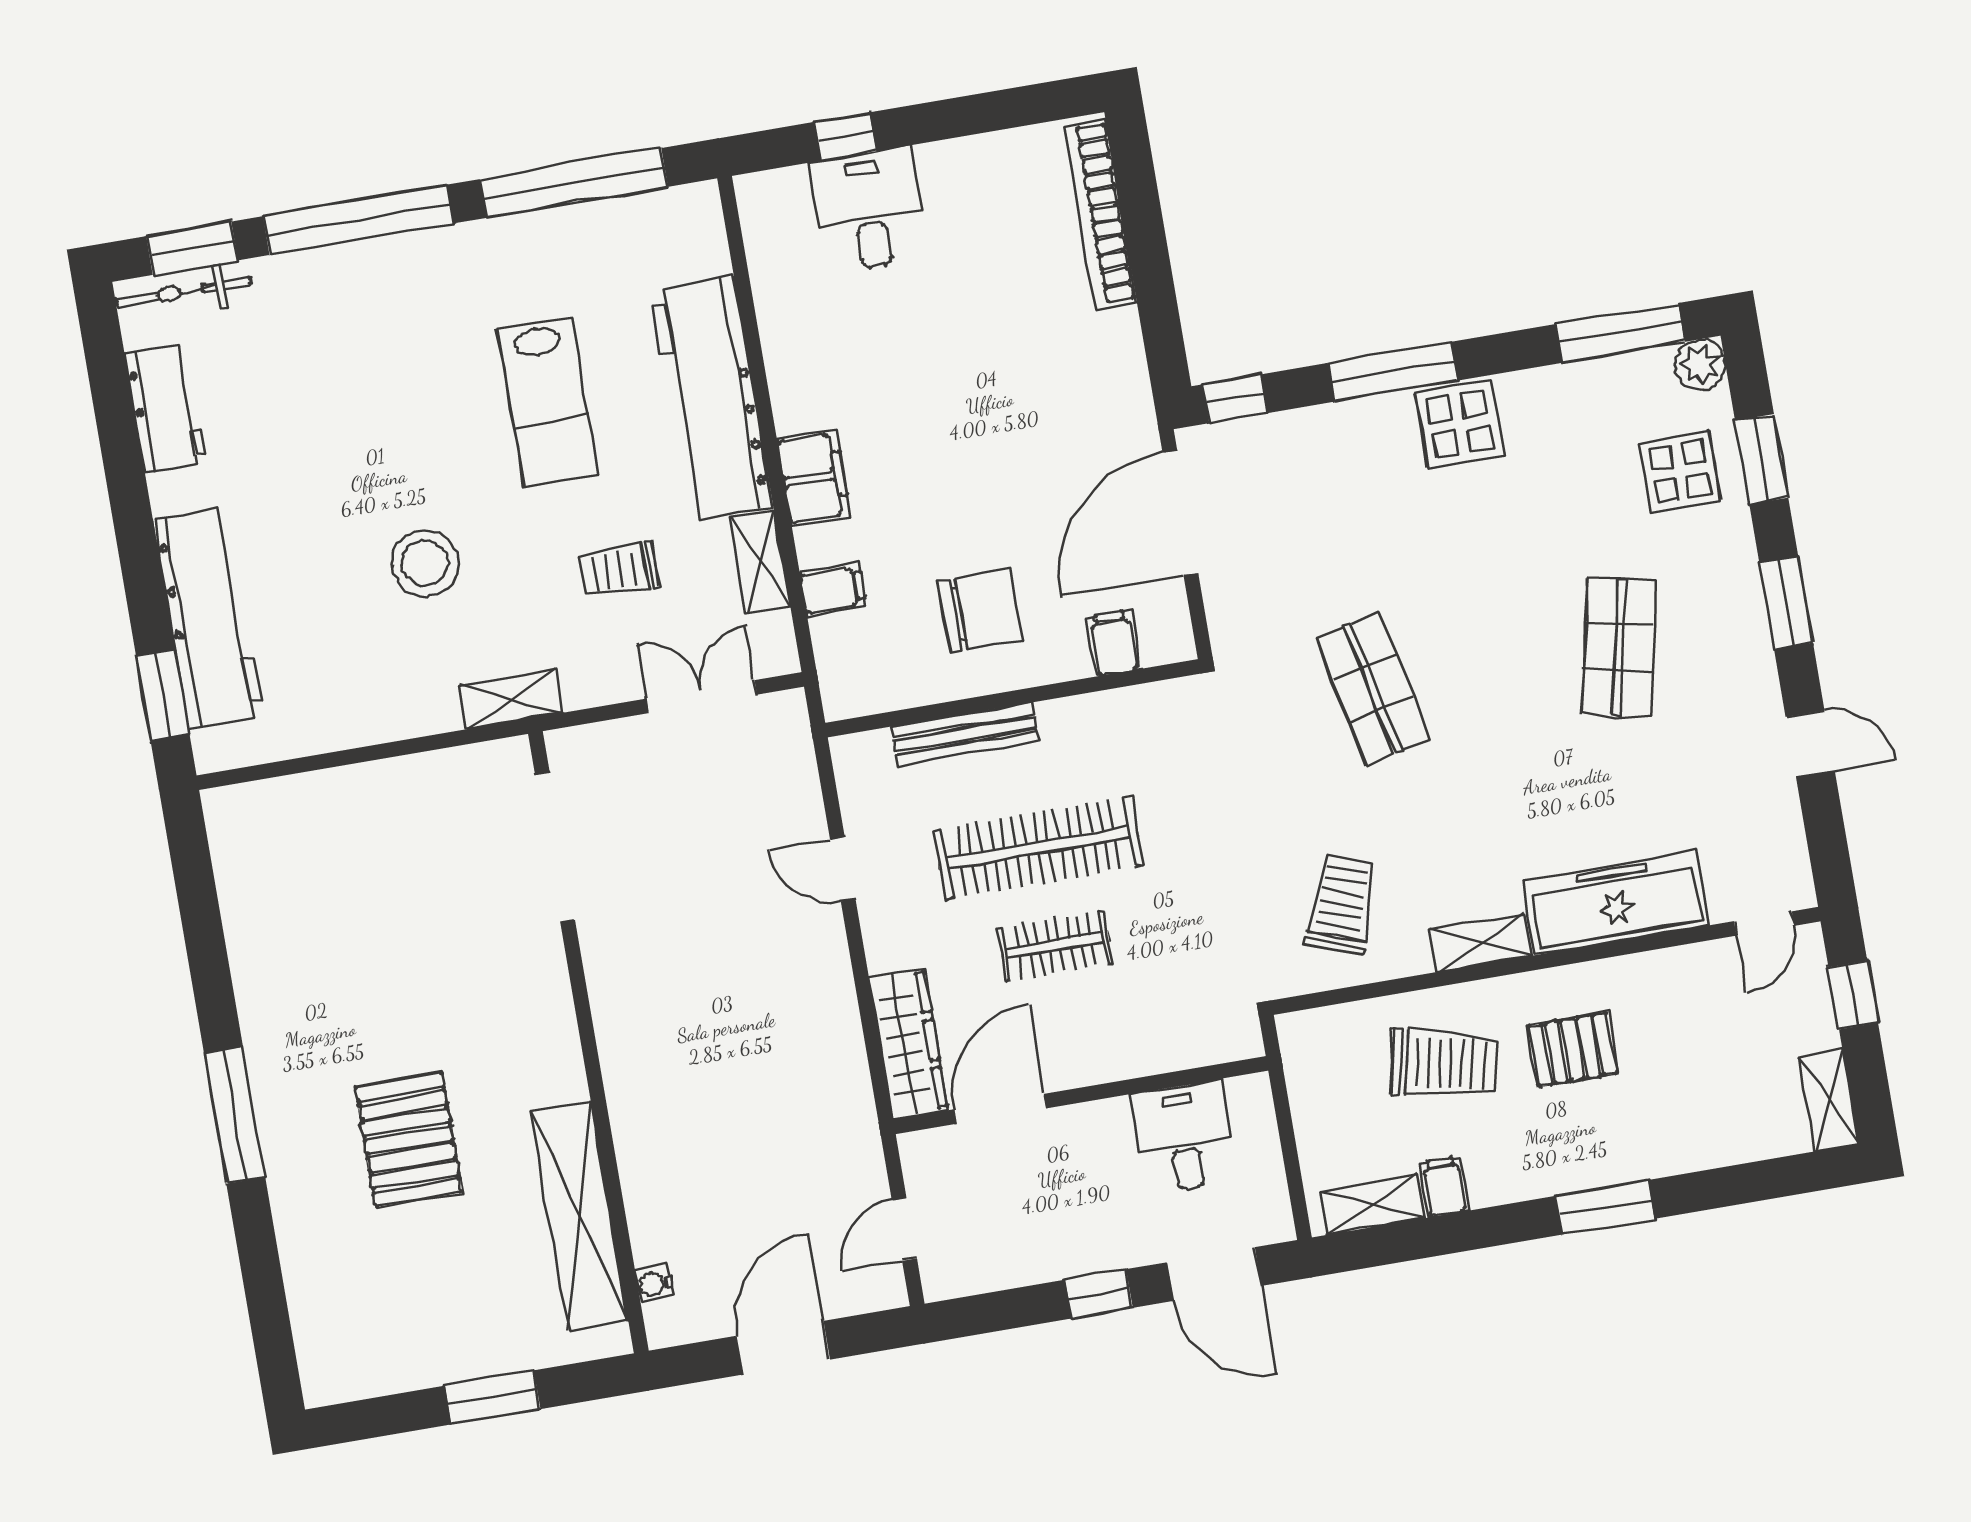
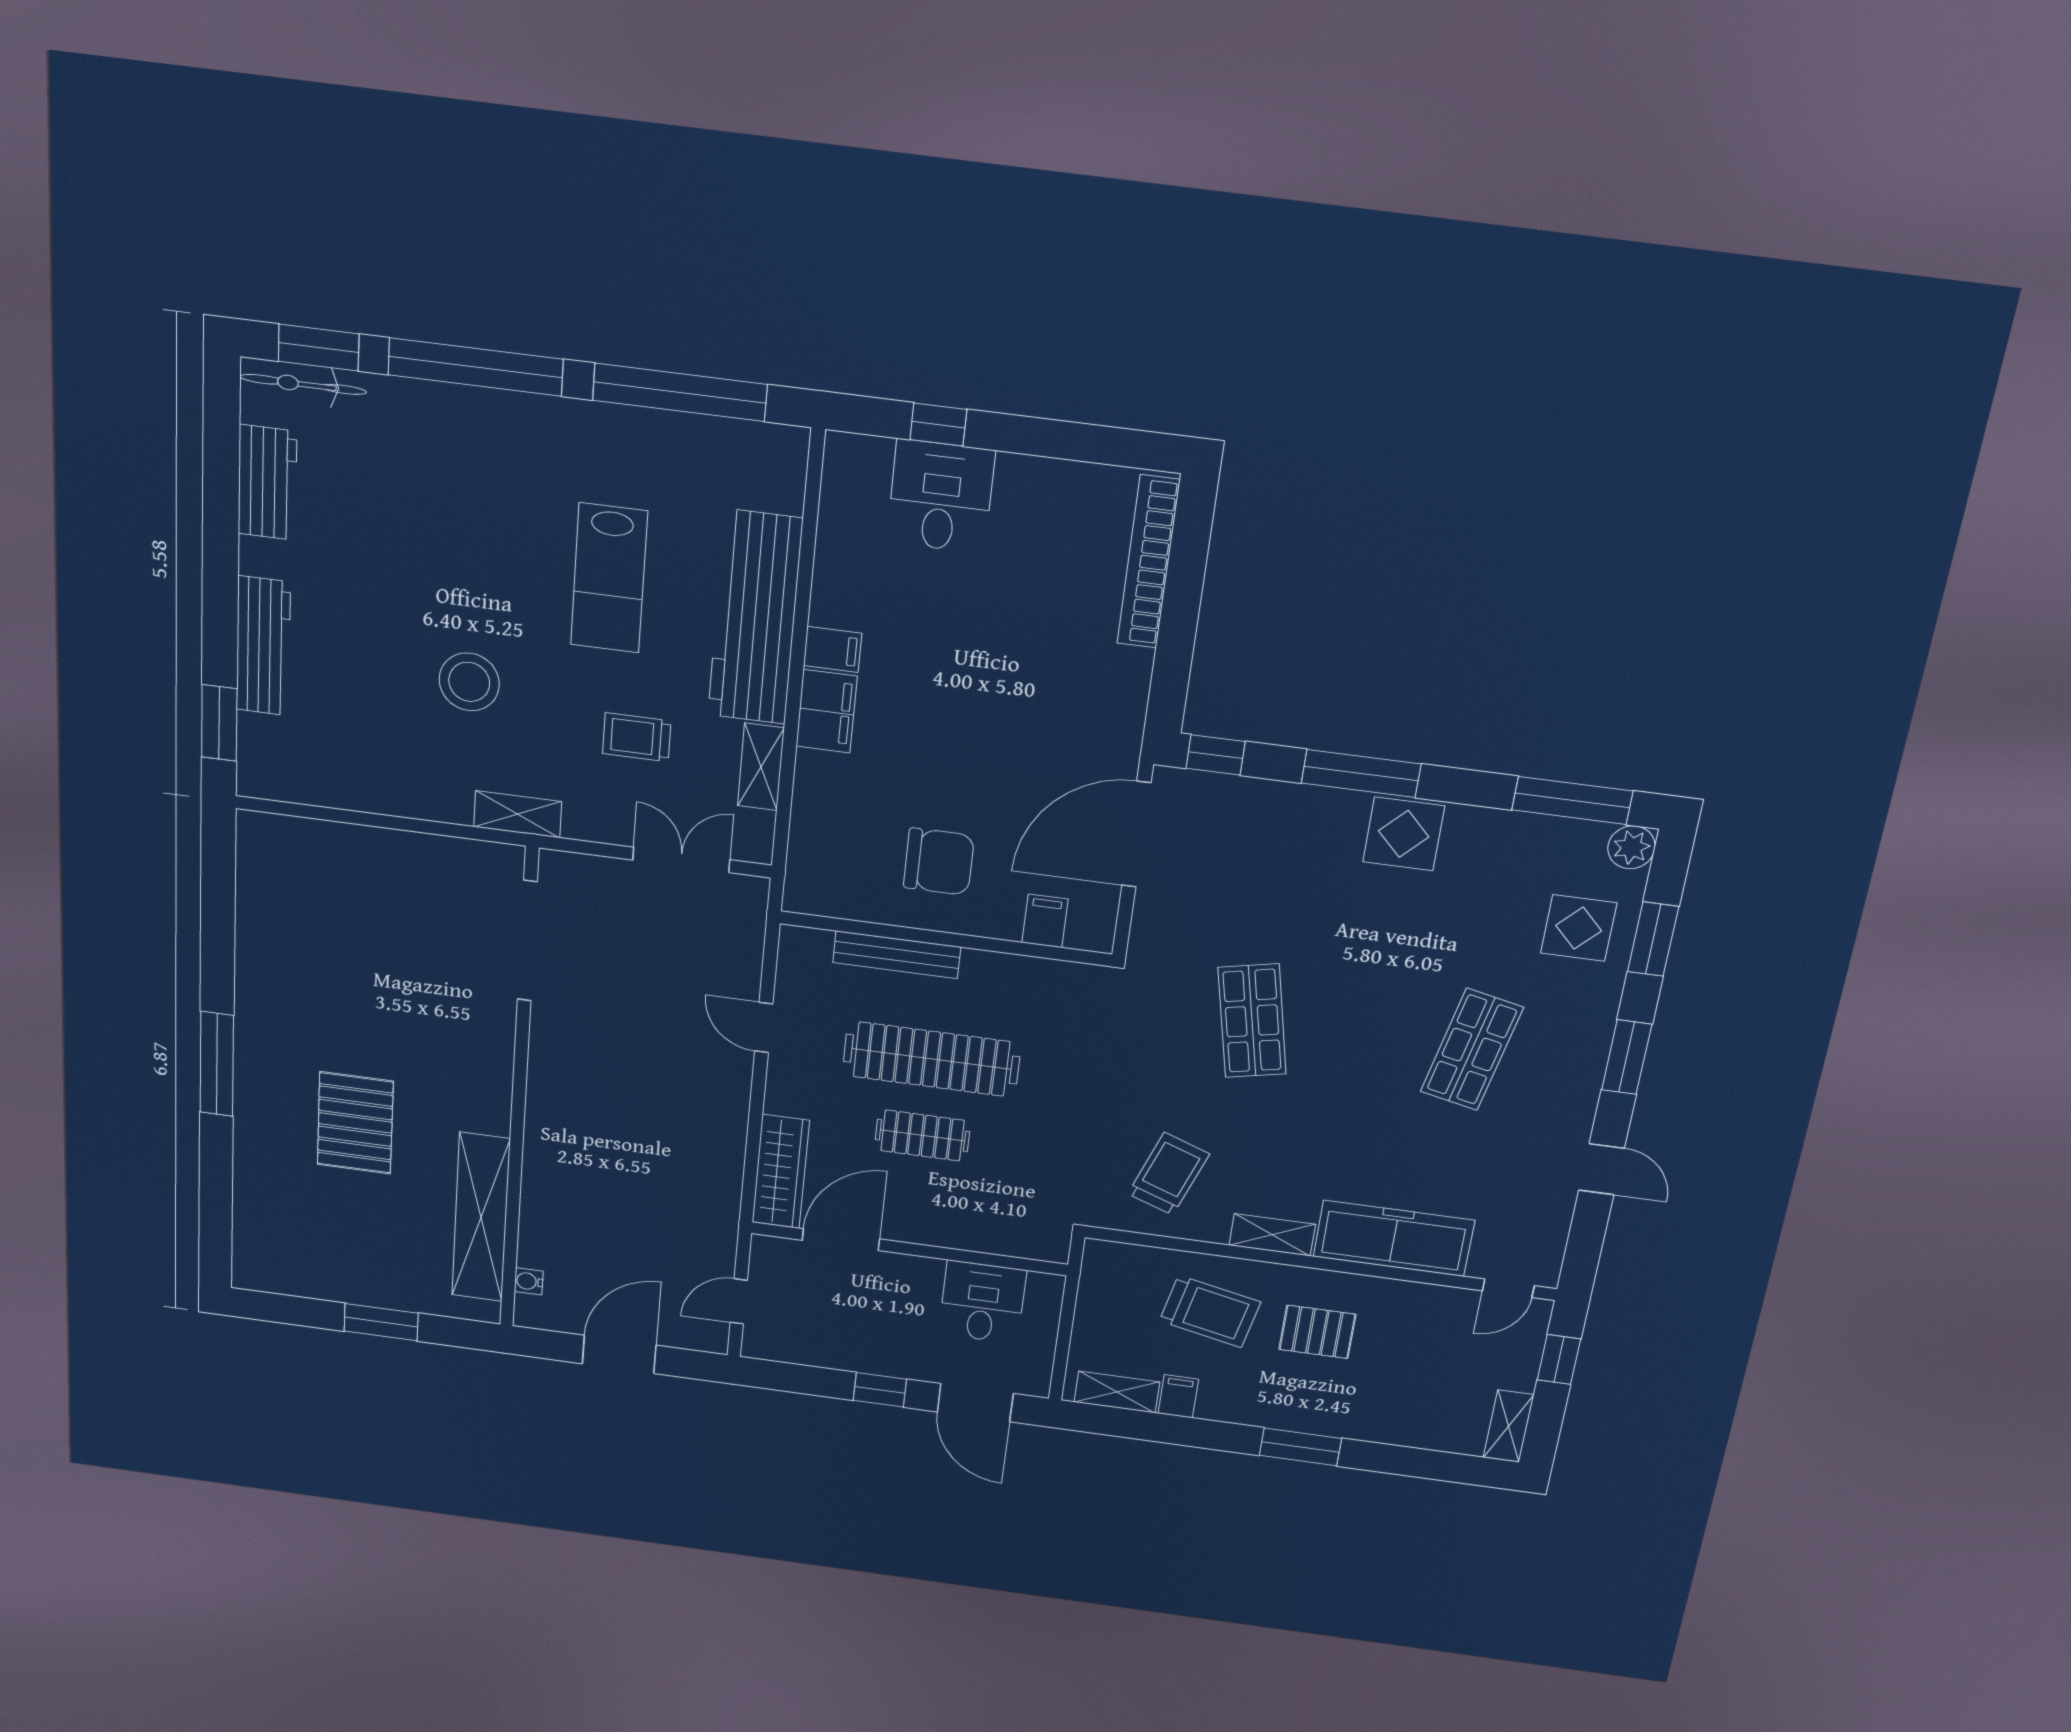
filing cabinet: (833, 590) -> (833, 649), moved
workbench: (209, 618) -> (263, 646), width x0.73, depth x0.76

